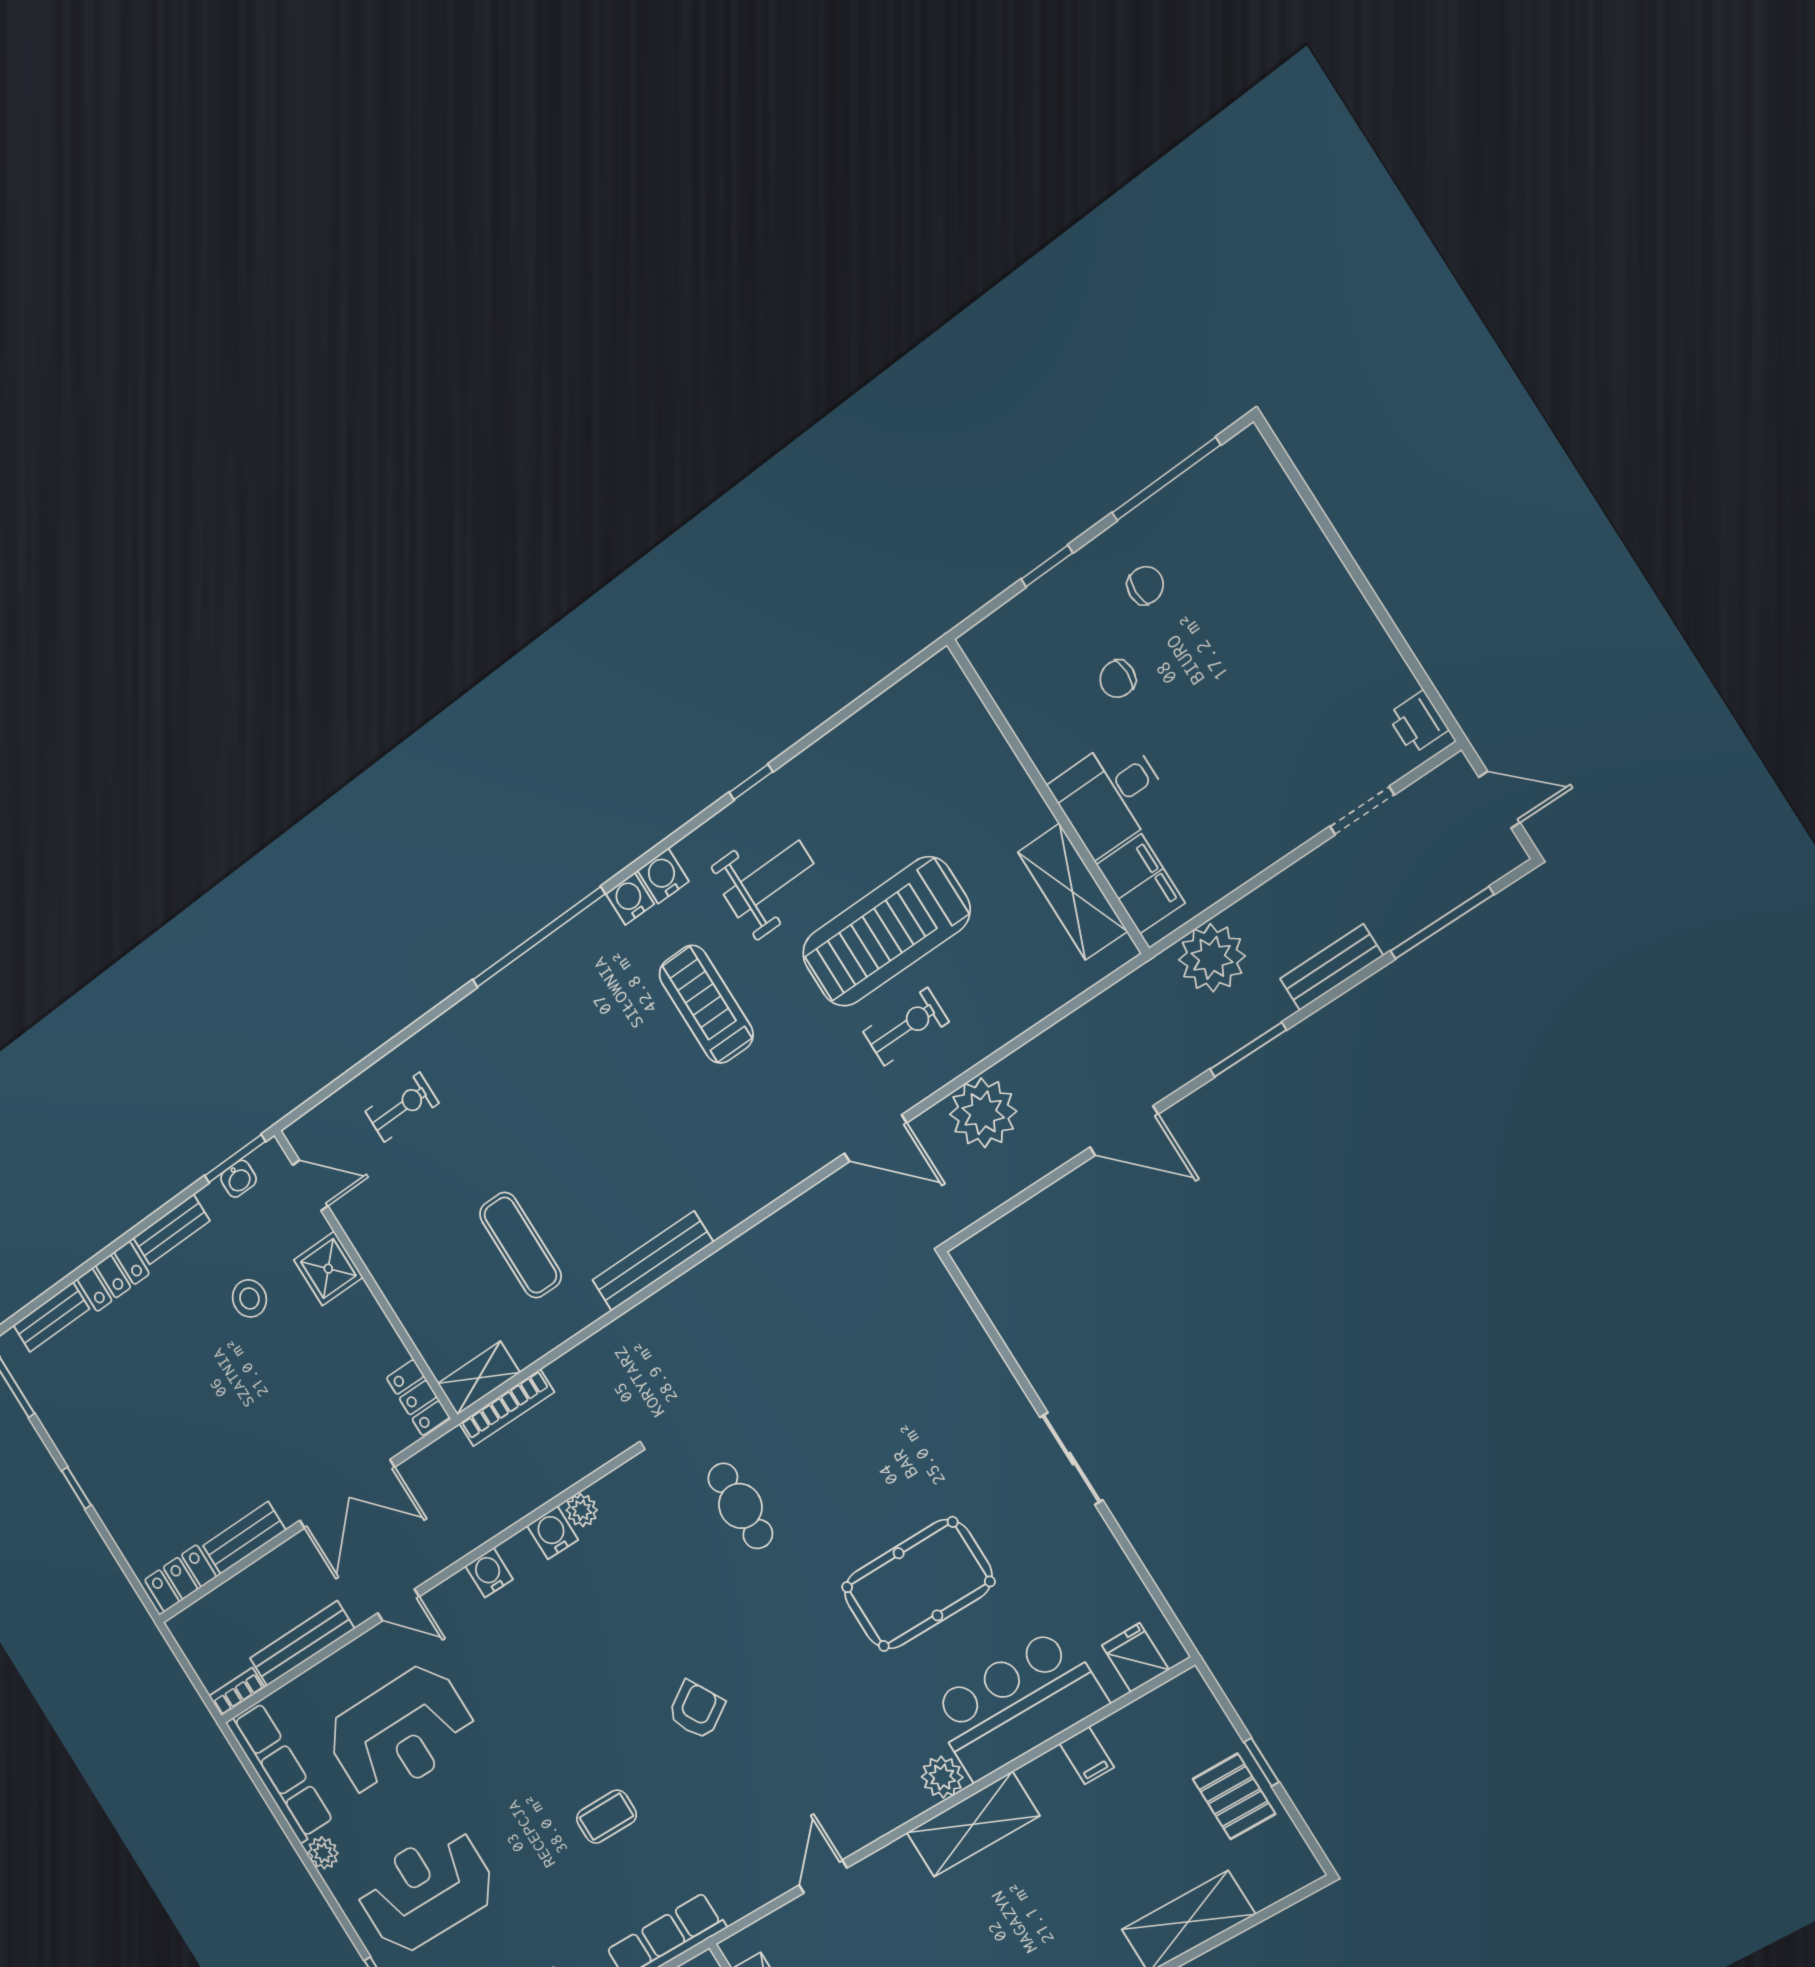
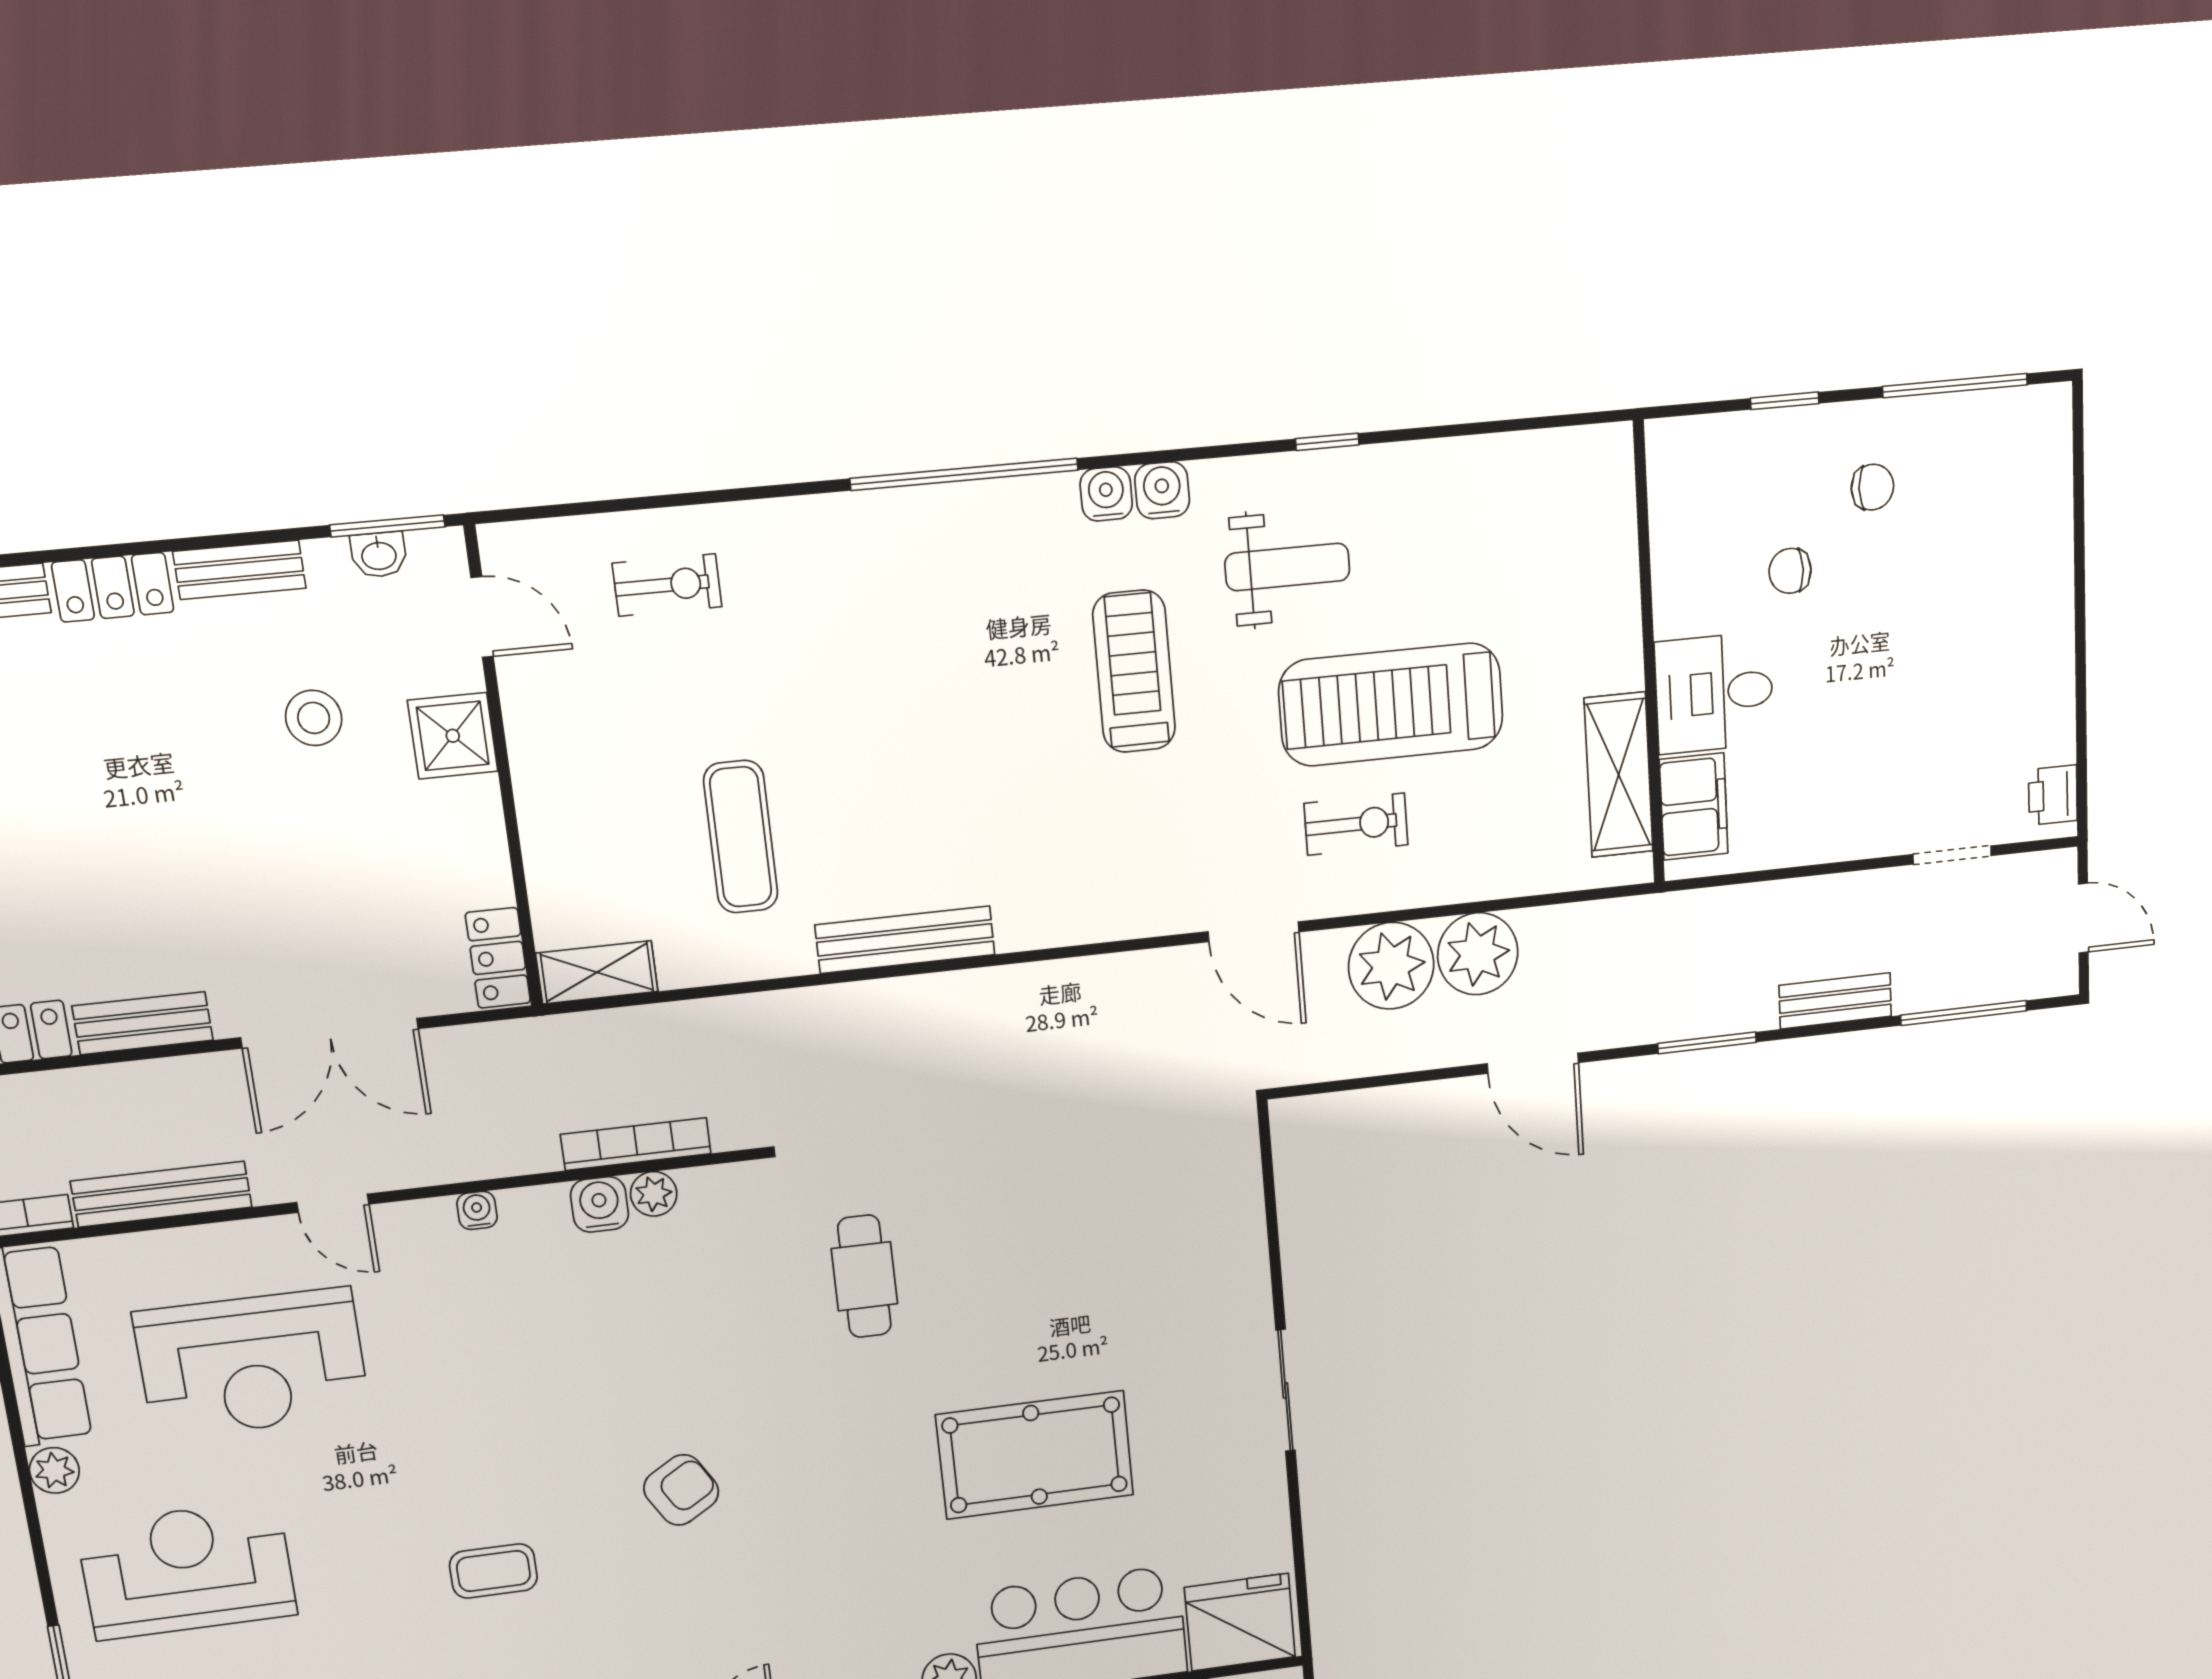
plant: (1212, 958) -> (1478, 954), moved
bookcase: (507, 1408) -> (636, 1144), moved, turned 180
water cooler: (489, 1573) -> (477, 1210), width x0.72, depth x0.72
fridge: (1135, 1657) -> (1240, 1622), width x1.88, depth x1.34

